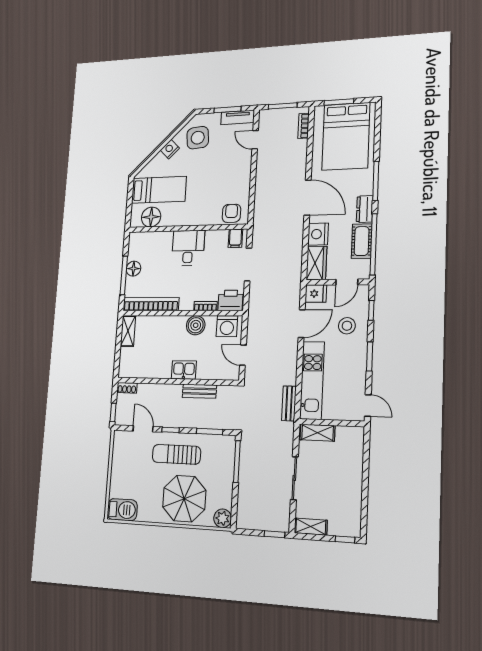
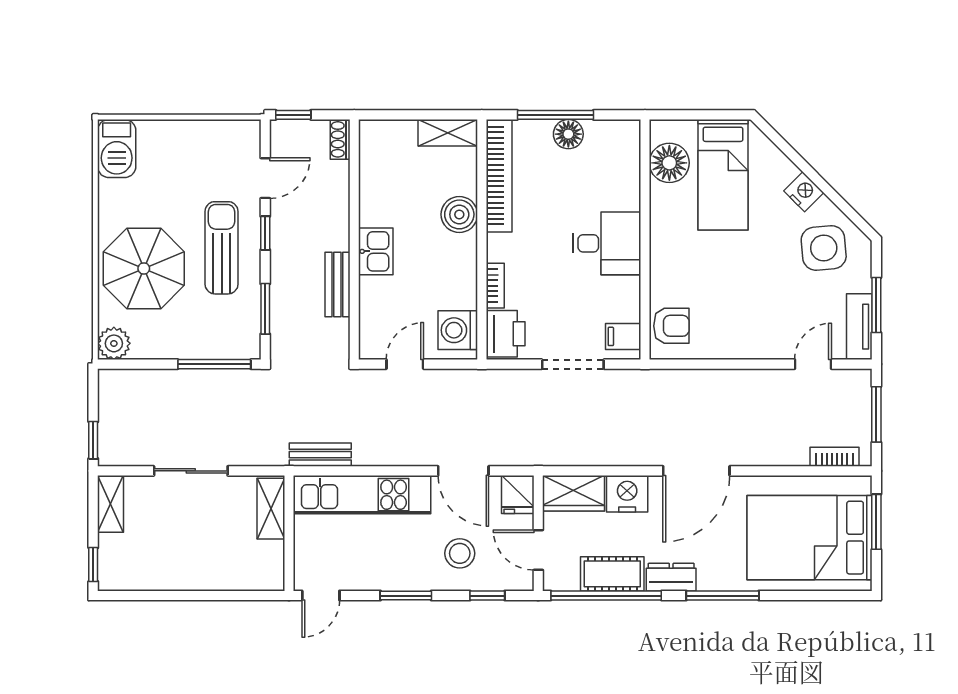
boiler: (196, 325) -> (459, 214), moved

